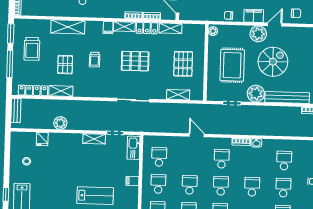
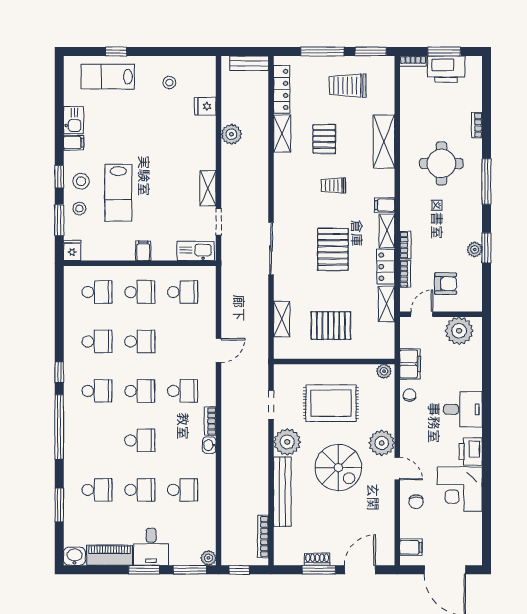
filing cabinet: (254, 16) -> (410, 364), moved
pallet: (65, 65) -> (324, 139), turned 90

